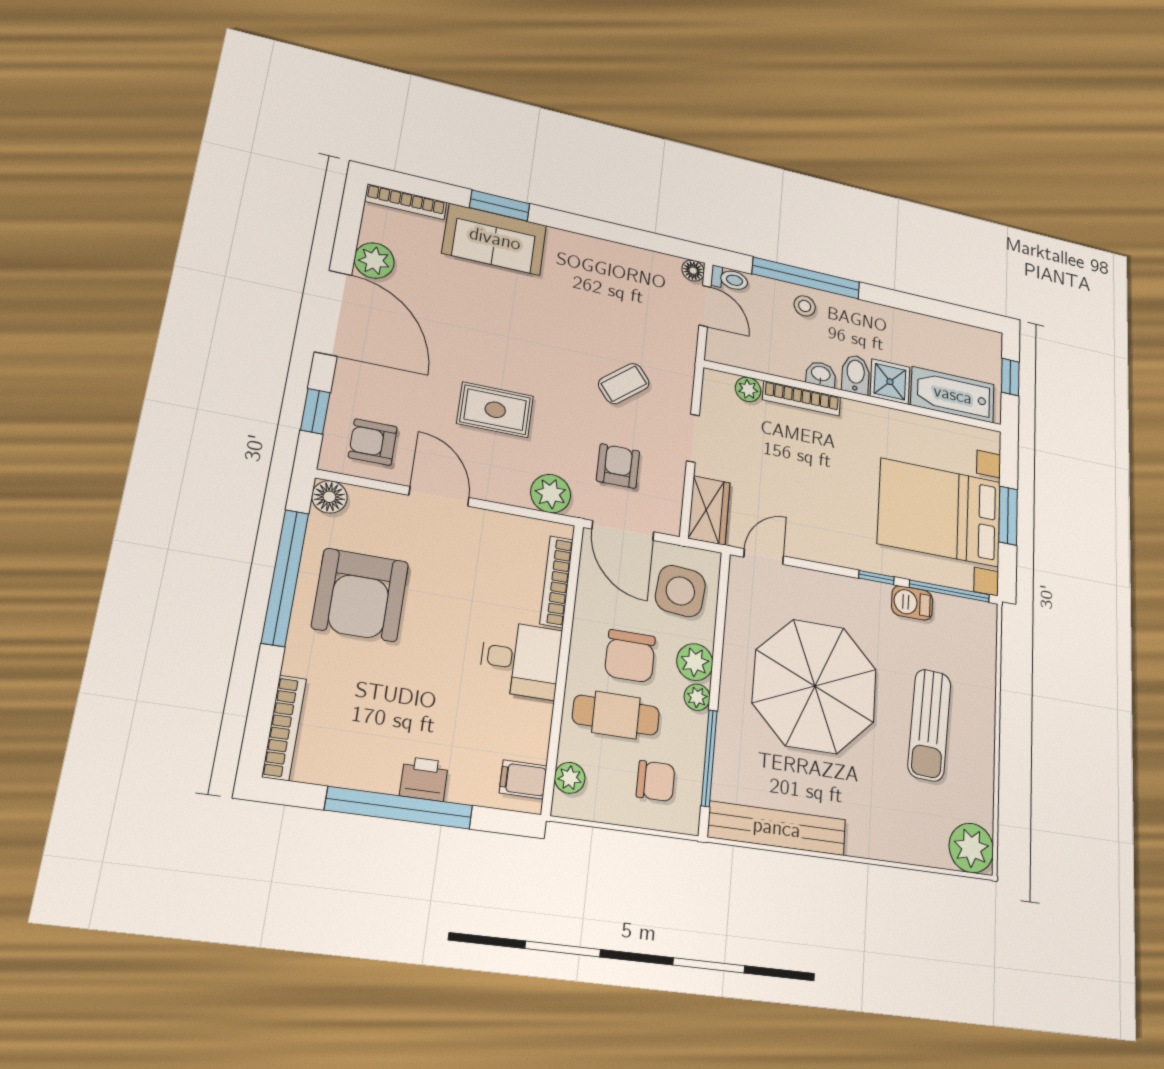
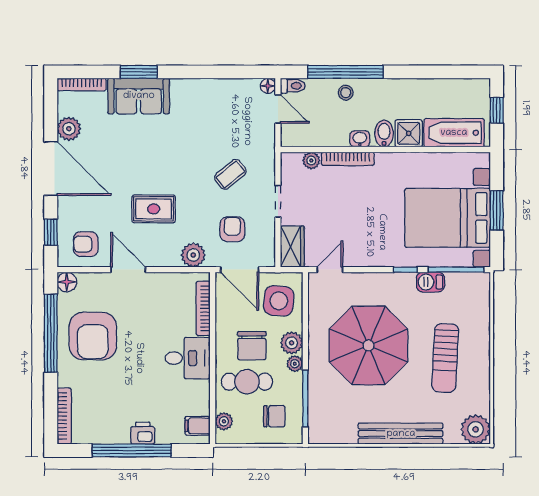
bench: (777, 828) -> (401, 434), moved

